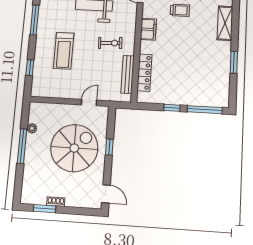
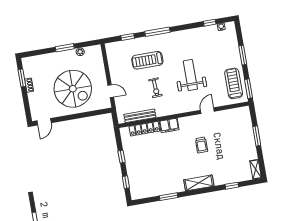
window: (35, 20) -> (157, 32), moved
filing cabinet: (148, 29) -> (169, 125), moved
exercise bike: (110, 43) -> (155, 88), moved
window: (205, 110) -> (126, 182), width x0.46
window: (22, 146) -> (65, 48), width x0.69
window: (109, 147) -> (80, 116), removed

